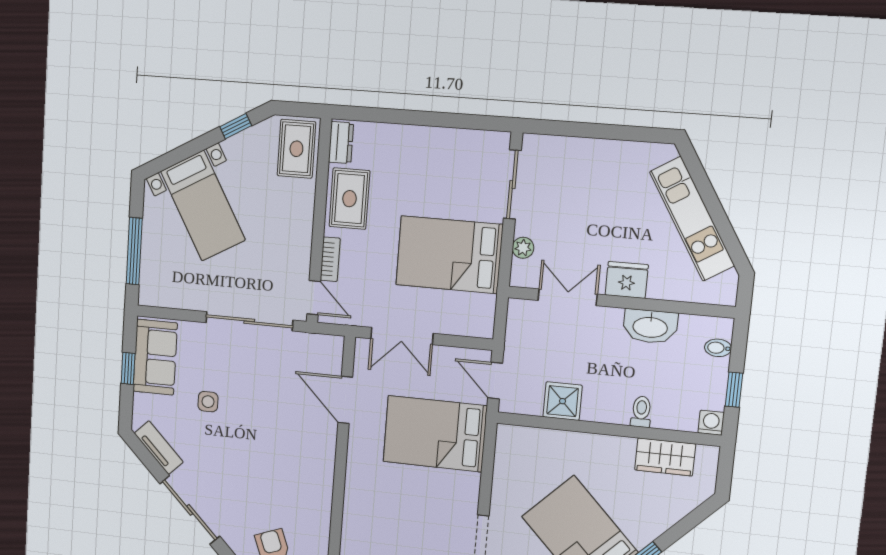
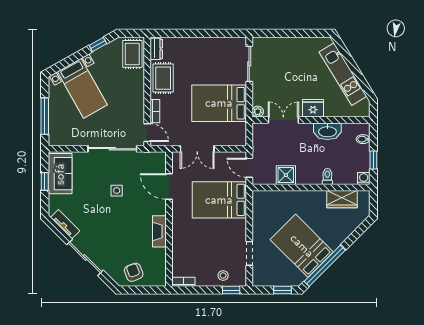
plant: (523, 248) -> (258, 112), moved
side table: (208, 402) -> (117, 191), moved
fireplace: (322, 479) -> (159, 231), added

